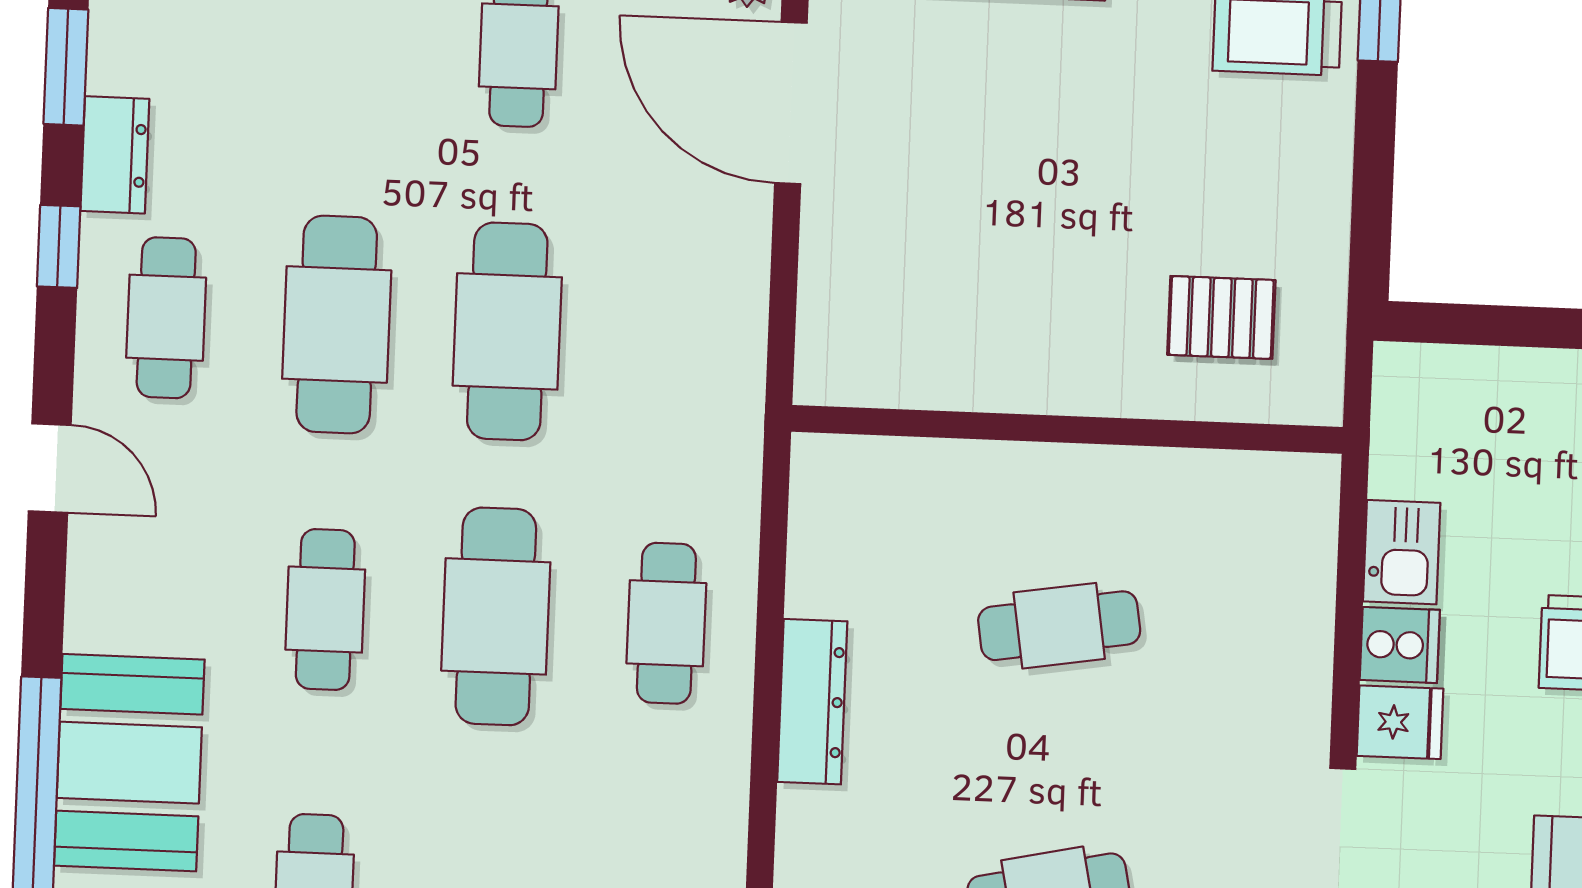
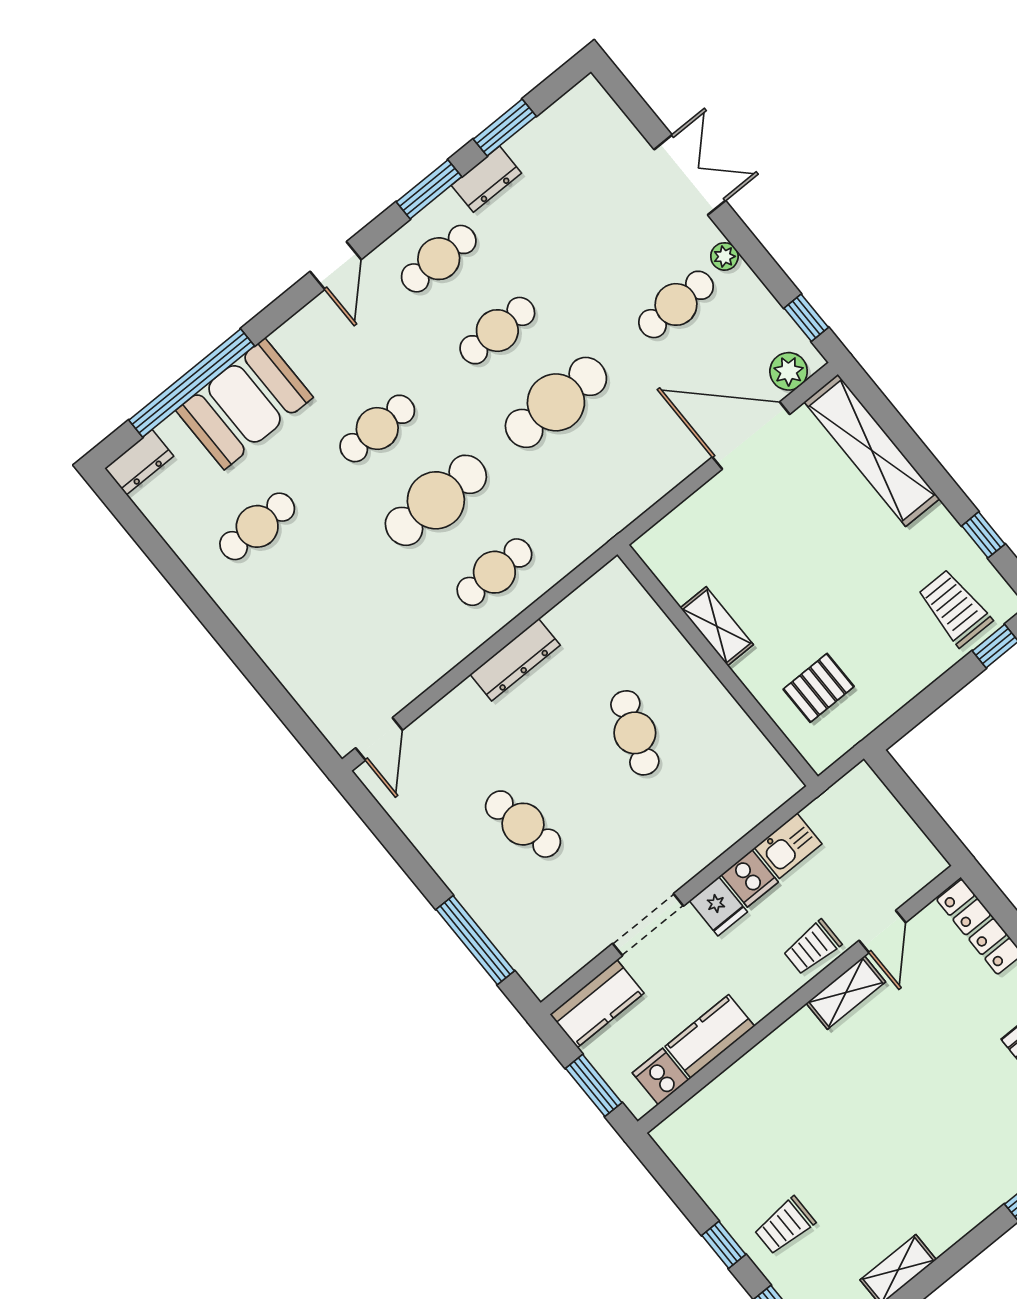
door: (791, 103) -> (751, 436), hinge flipped
window: (59, 246) -> (429, 189), width x1.50
pallet: (1221, 317) -> (819, 688), turned 90
cafe table: (337, 325) -> (497, 331), width x0.73, depth x0.74
shelving: (1012, 383) -> (717, 626), added
cafe table: (1059, 626) -> (635, 733), turned 30

